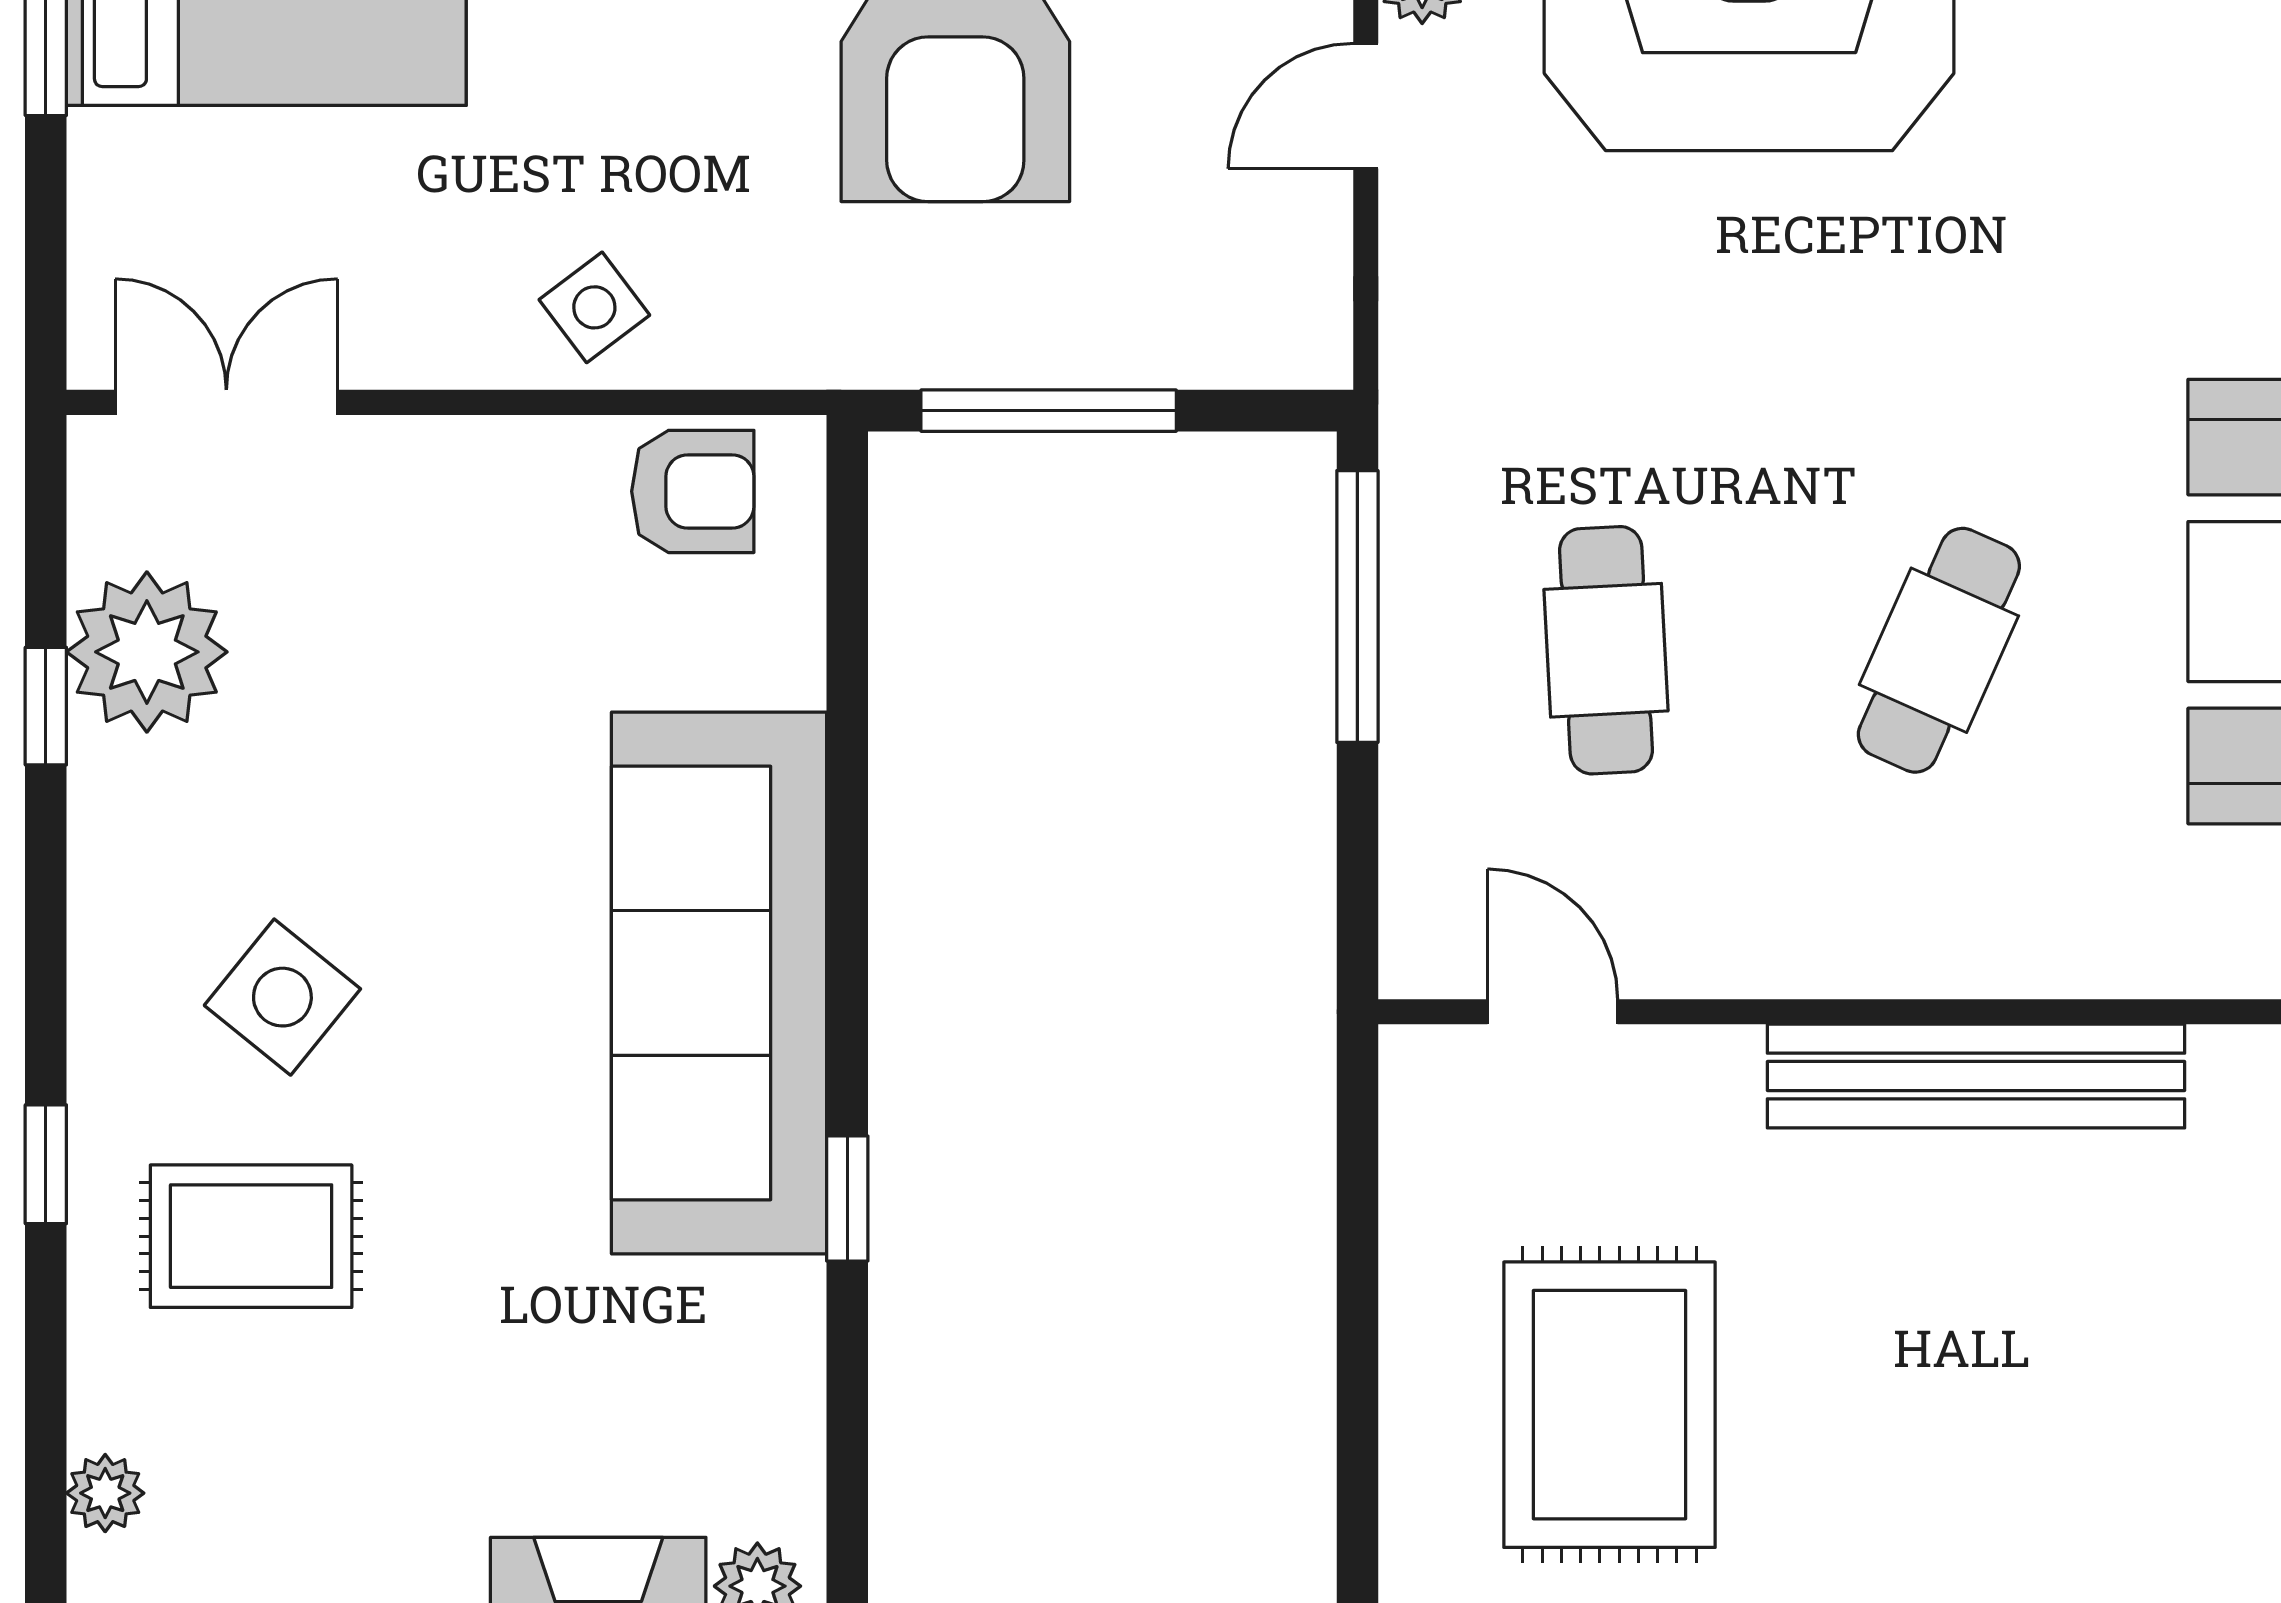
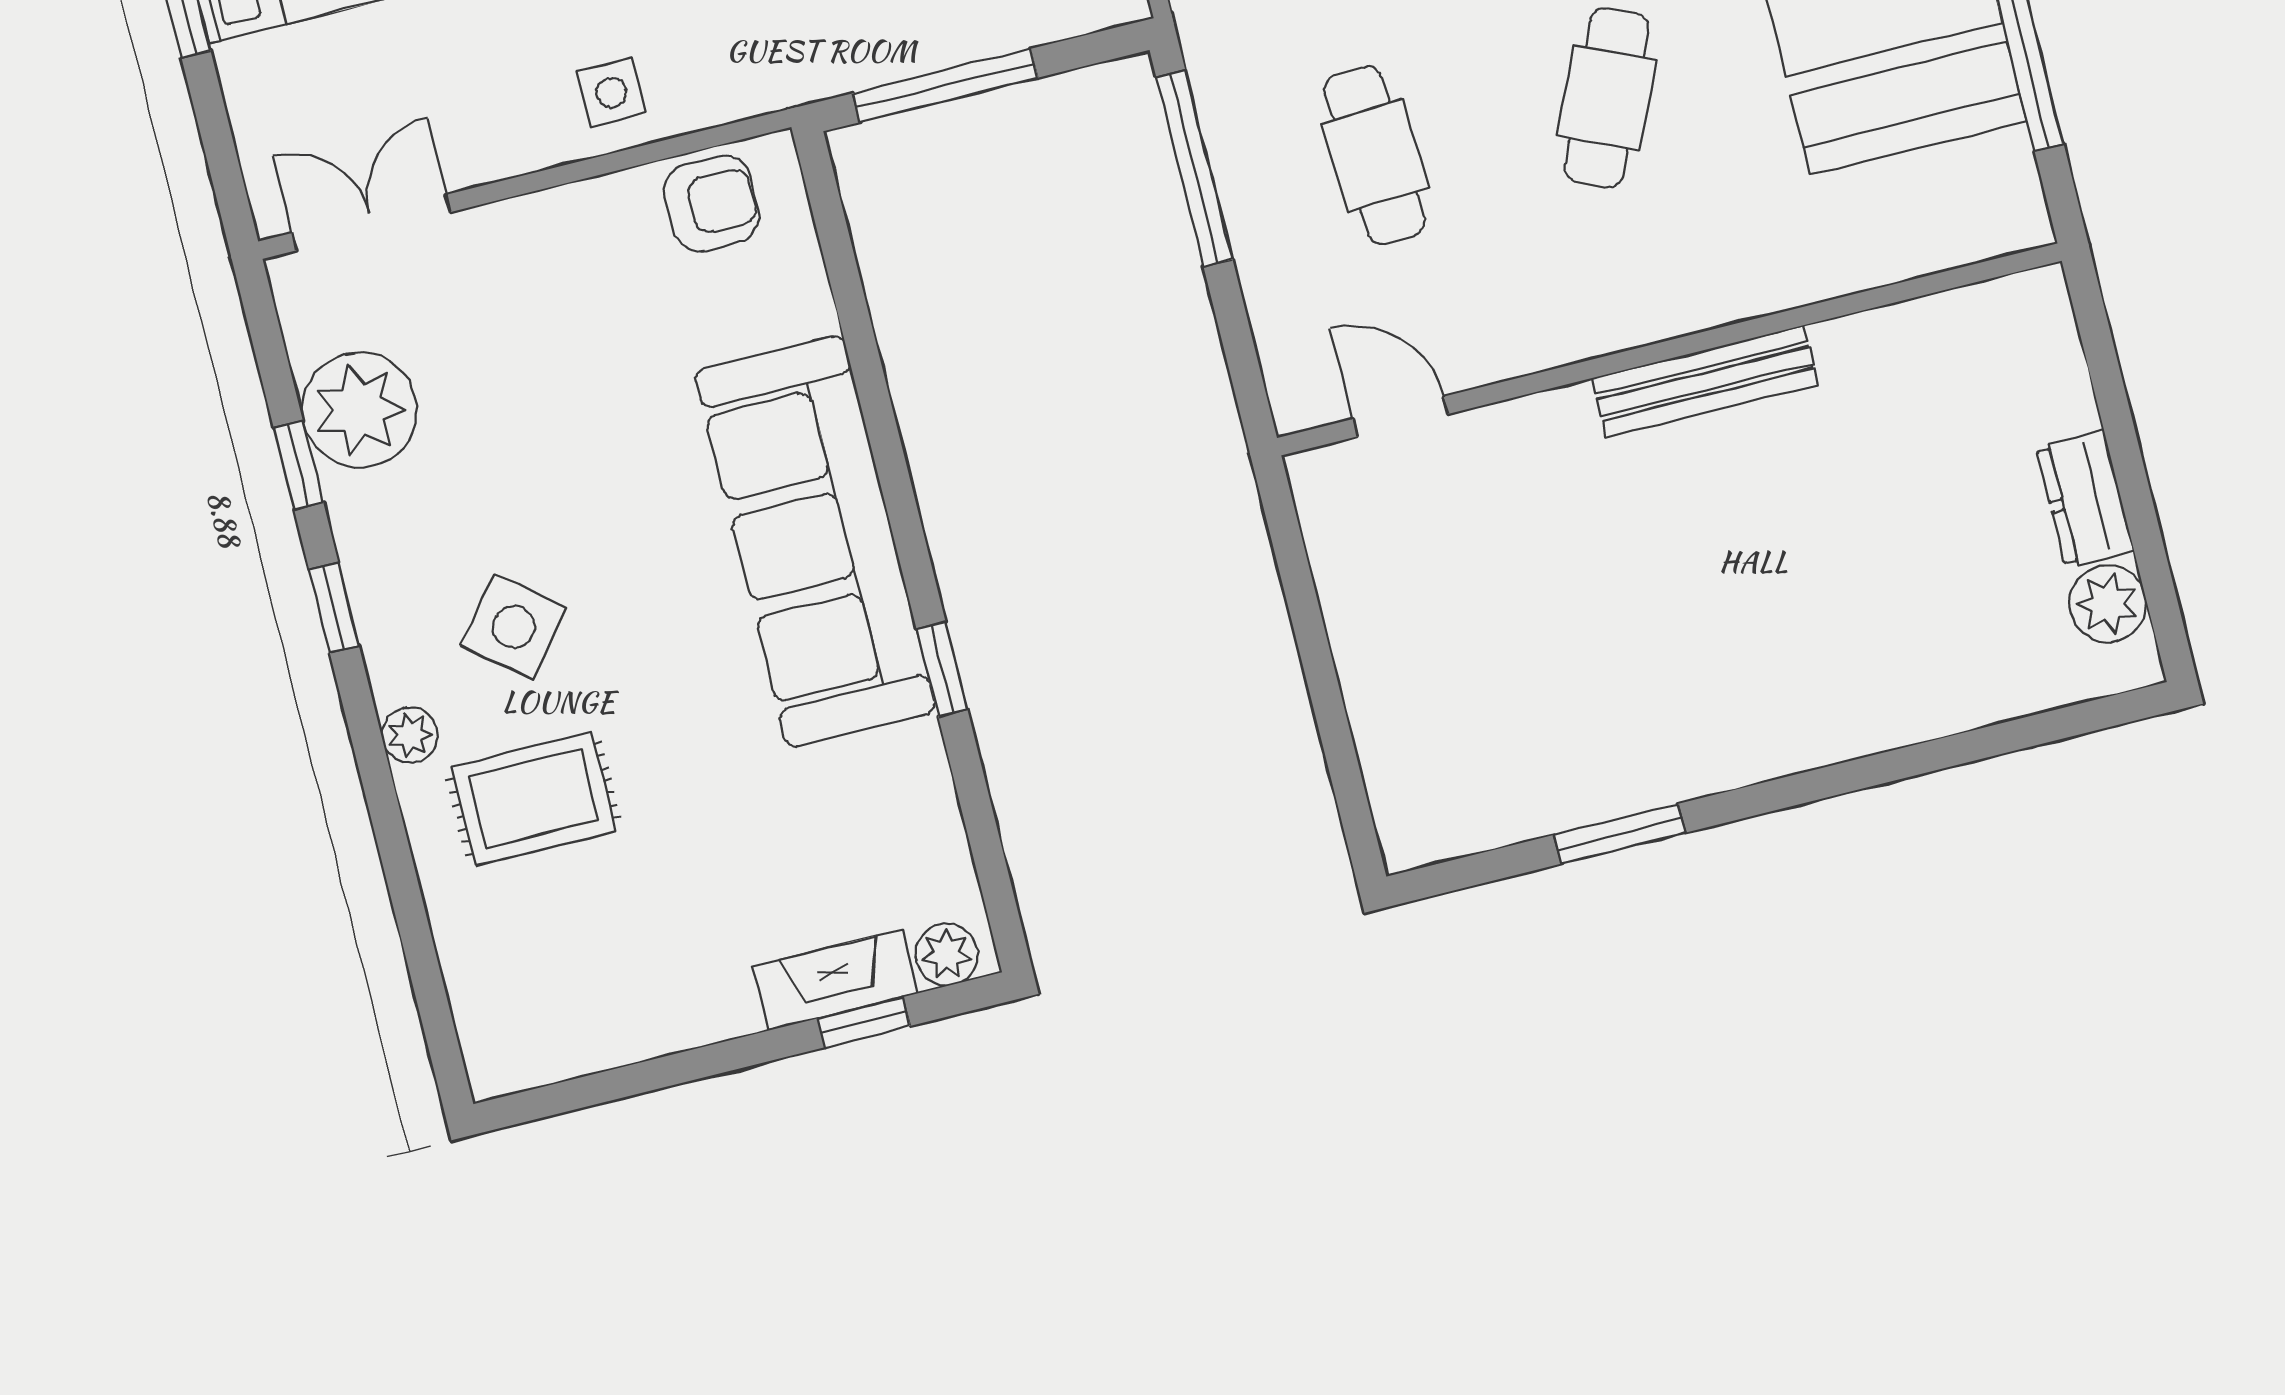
side table: (594, 307) -> (611, 92), turned 37
bench: (1976, 1076) -> (1705, 381), width x0.73, depth x0.82
window: (46, 1164) -> (334, 607), moved
rug: (1610, 1405) -> (1508, 680), removed
plant: (105, 1493) -> (410, 735), moved

